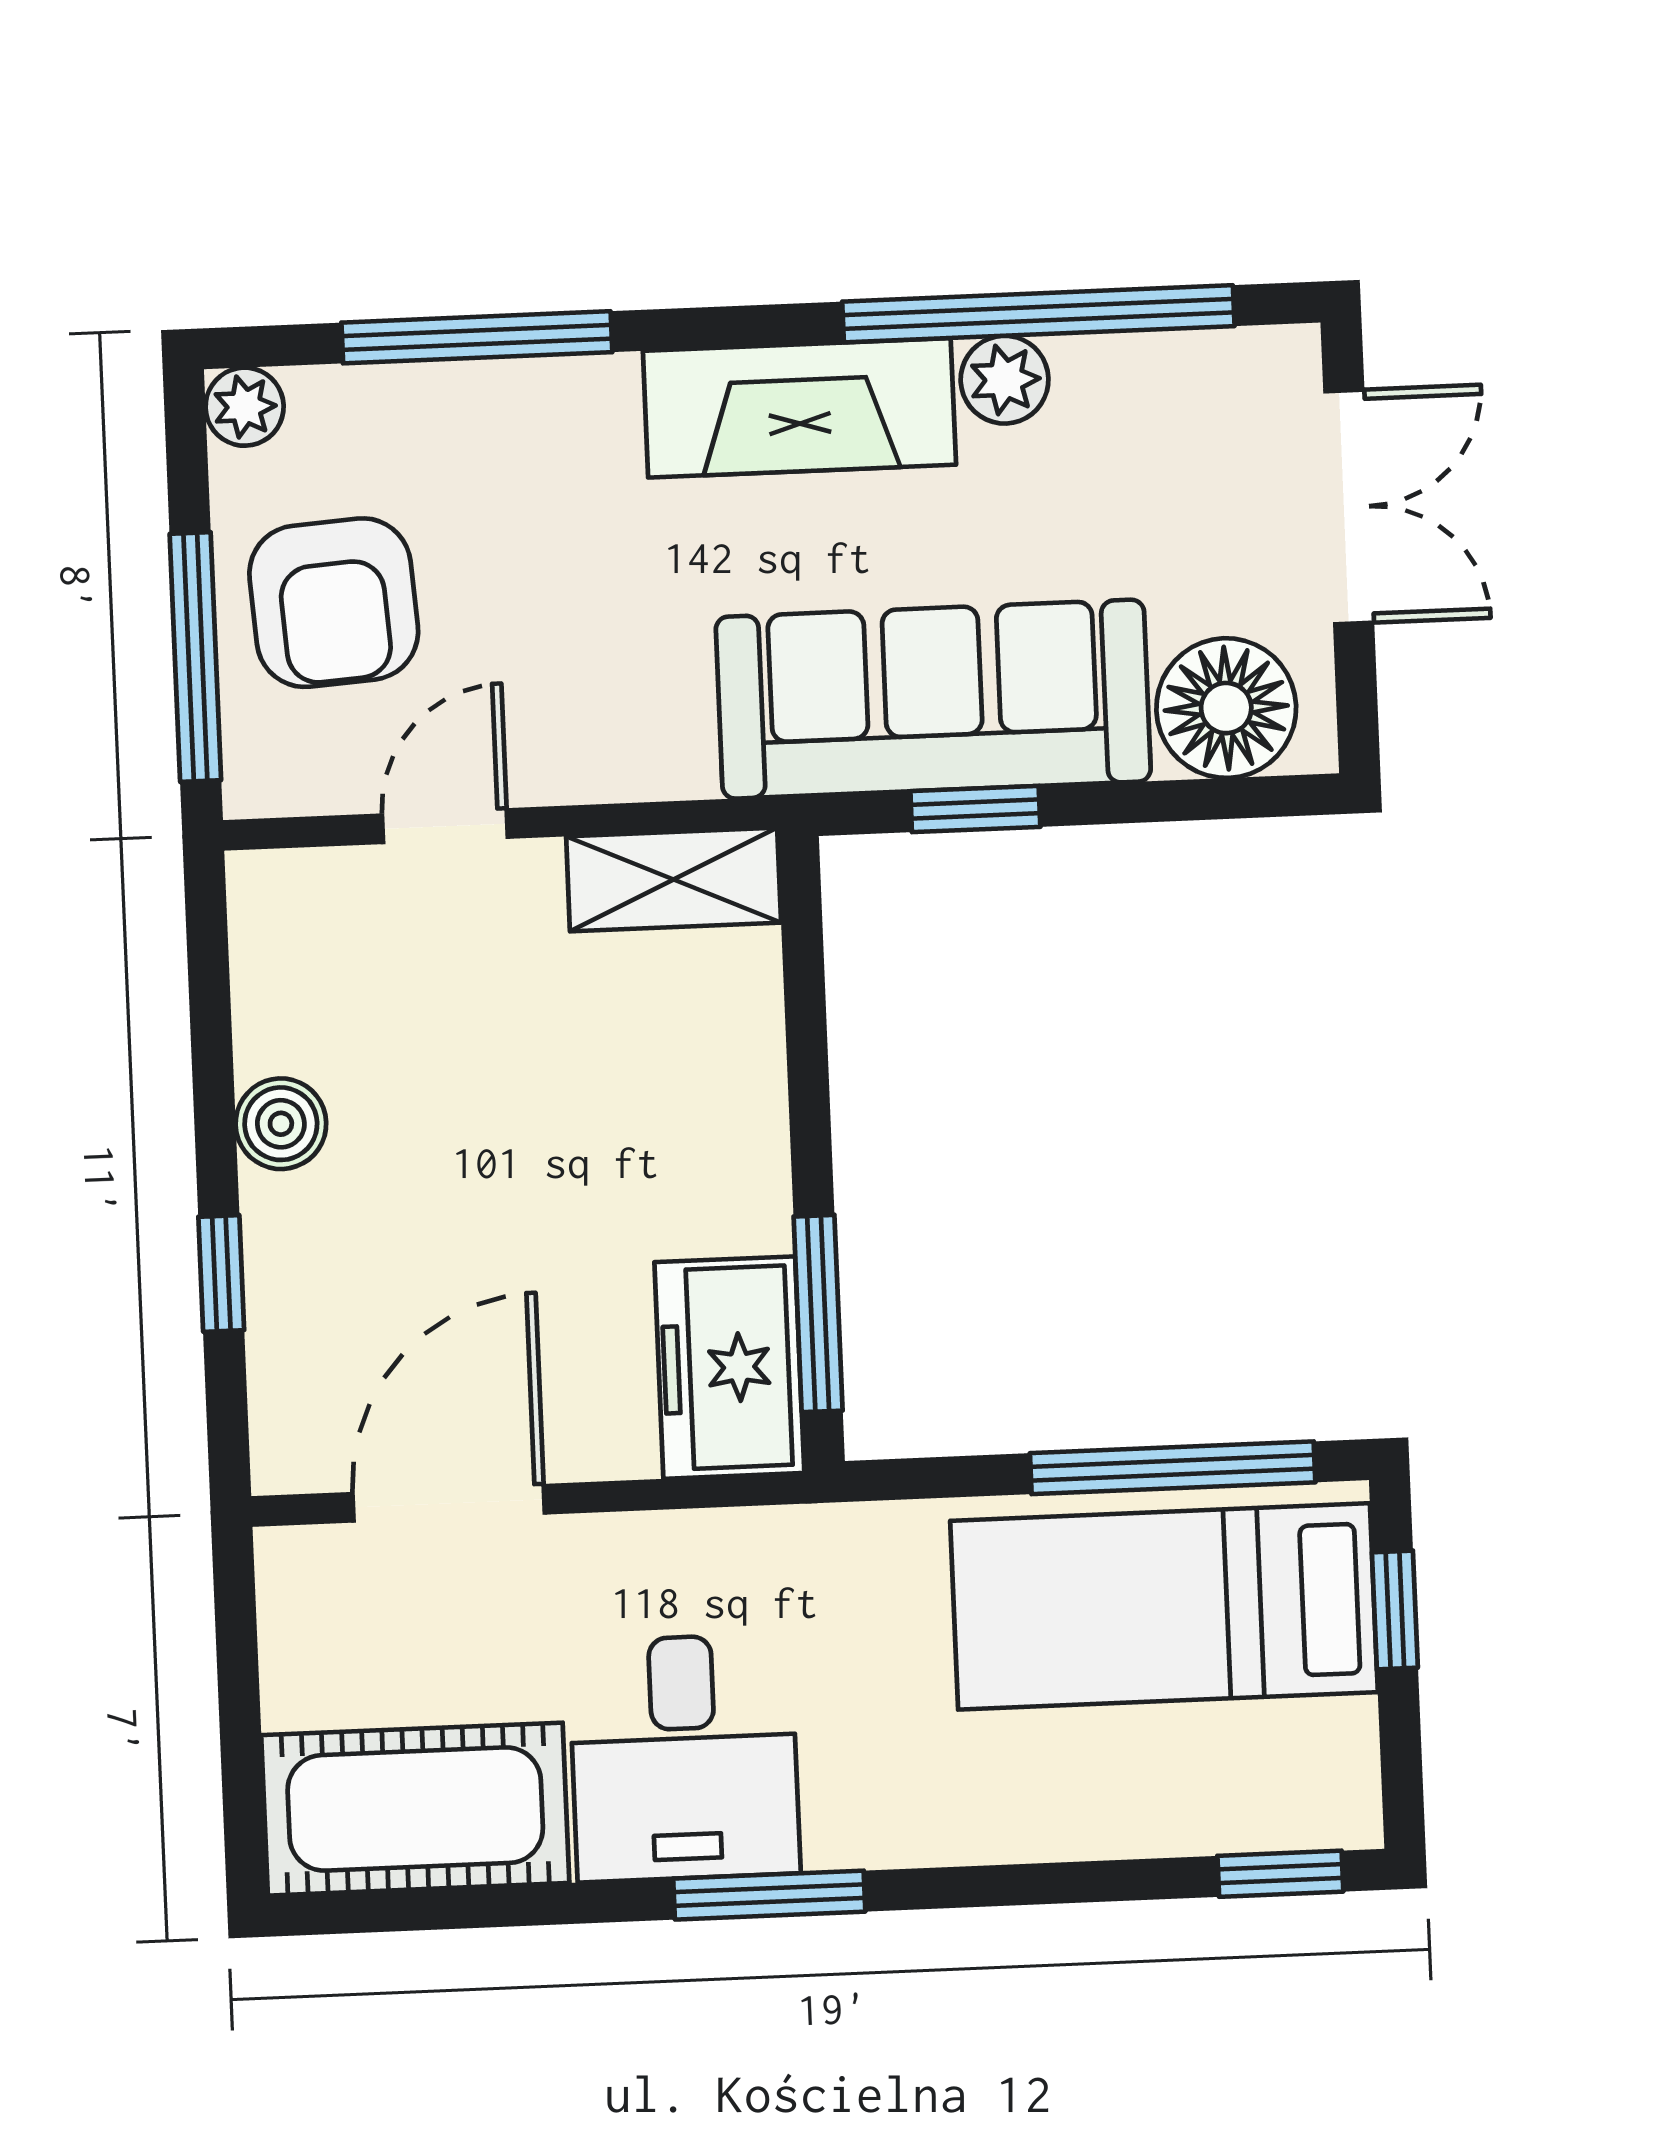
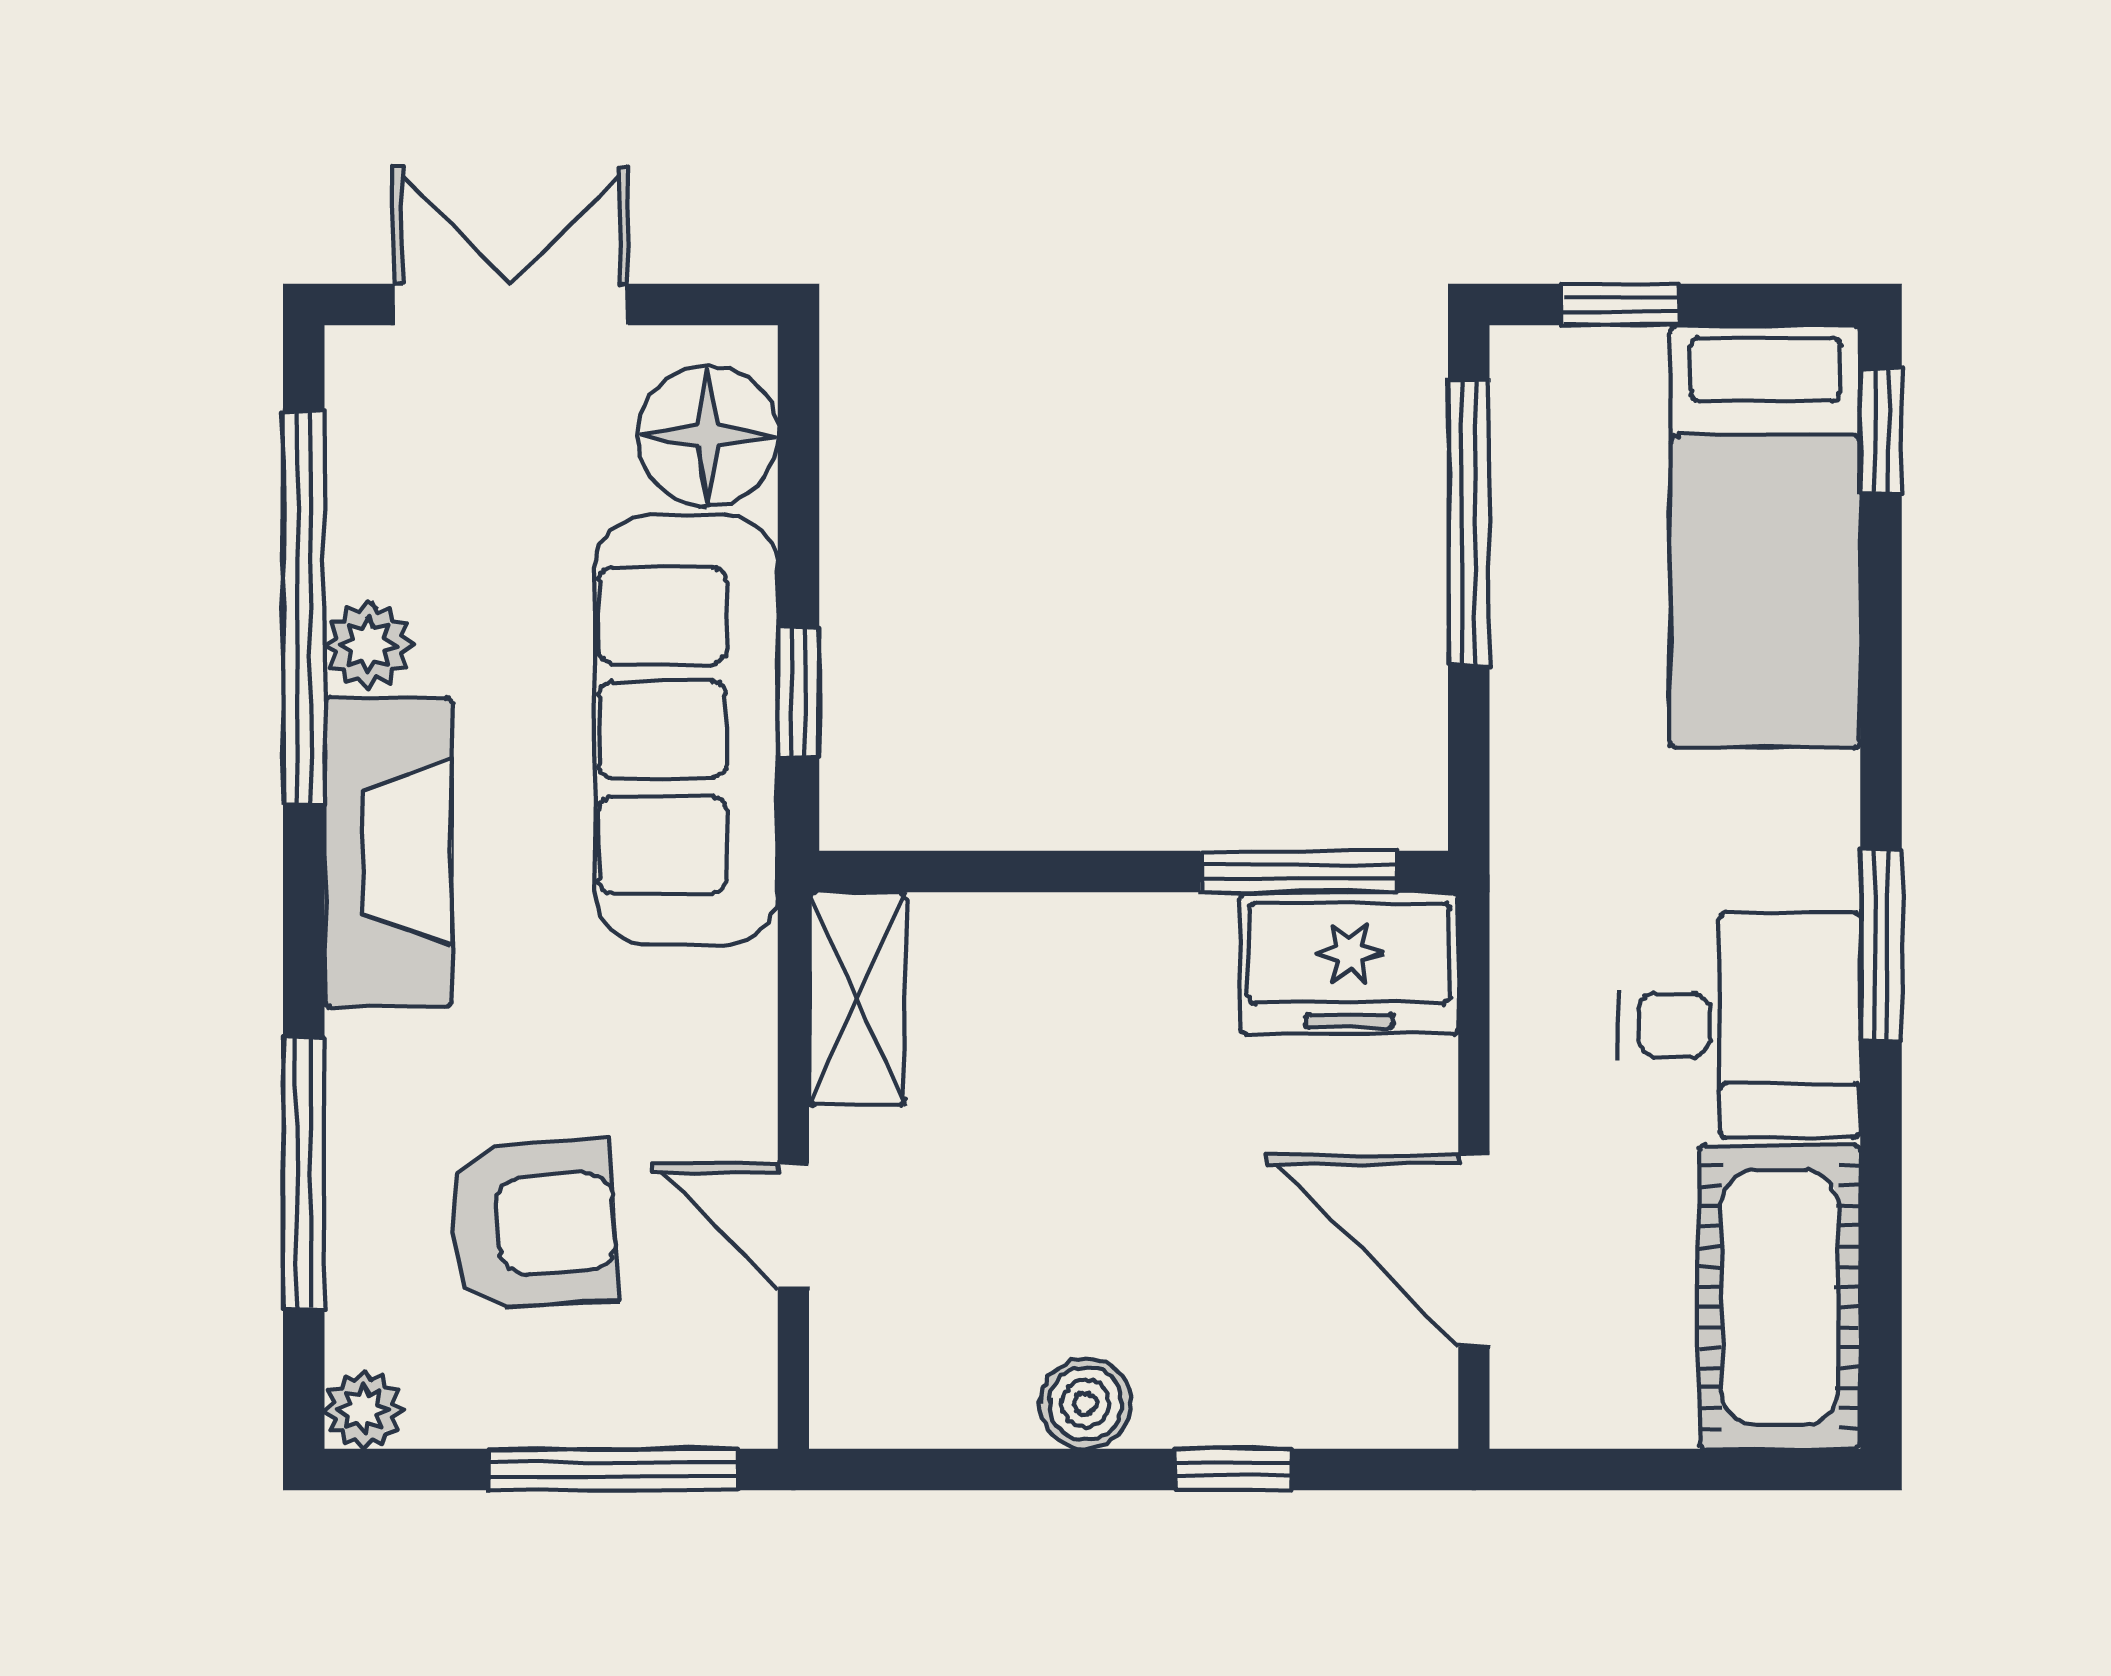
armchair: (334, 603) -> (533, 1225), moved
bed: (1164, 1606) -> (1765, 536), moved

